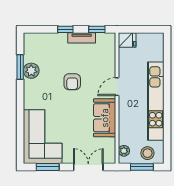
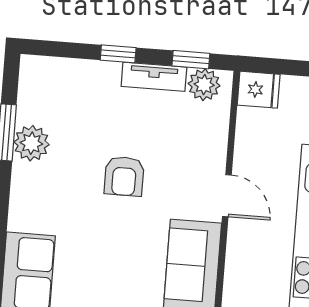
plant: (103, 40) -> (204, 85), added
door: (117, 87) -> (227, 196), swing flipped

